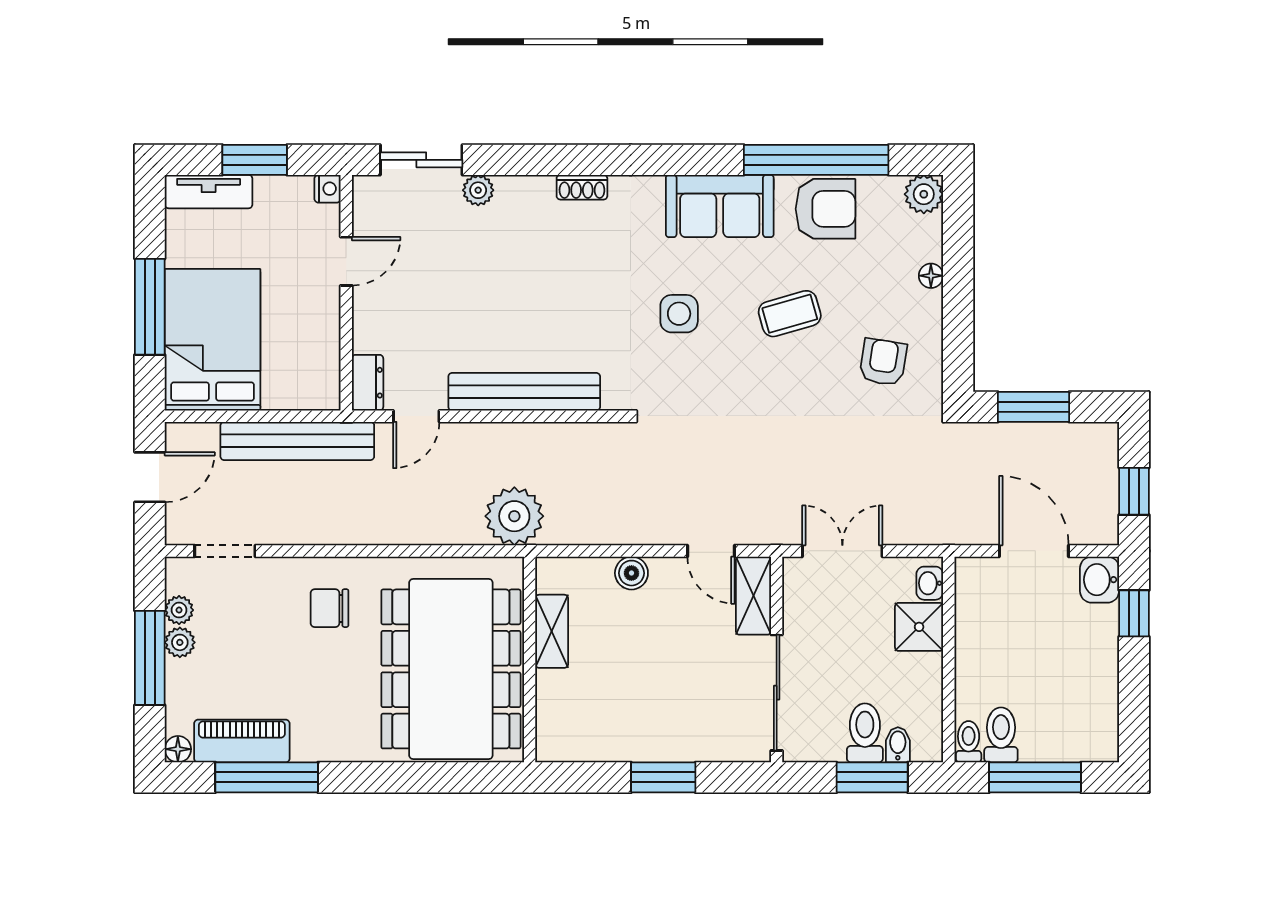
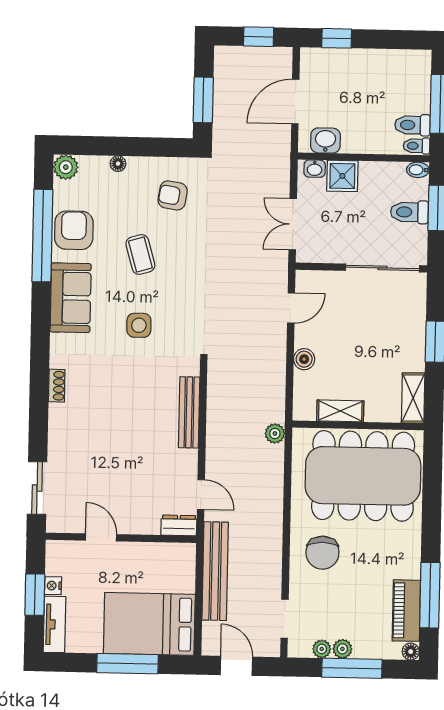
nightstand: (328, 189) -> (53, 586), moved, turned -90
plant: (478, 190) -> (57, 452), removed
bench: (524, 392) -> (189, 412), width x0.73, depth x0.82
plant: (514, 516) -> (275, 433), width x0.53, depth x0.53
washbasin: (1100, 580) -> (325, 141), moved, turned 180
shelving: (753, 596) -> (413, 398), moved, turned 90
chair: (330, 608) -> (322, 553), width x1.37, depth x1.37
bidet: (898, 745) -> (418, 170), moved

